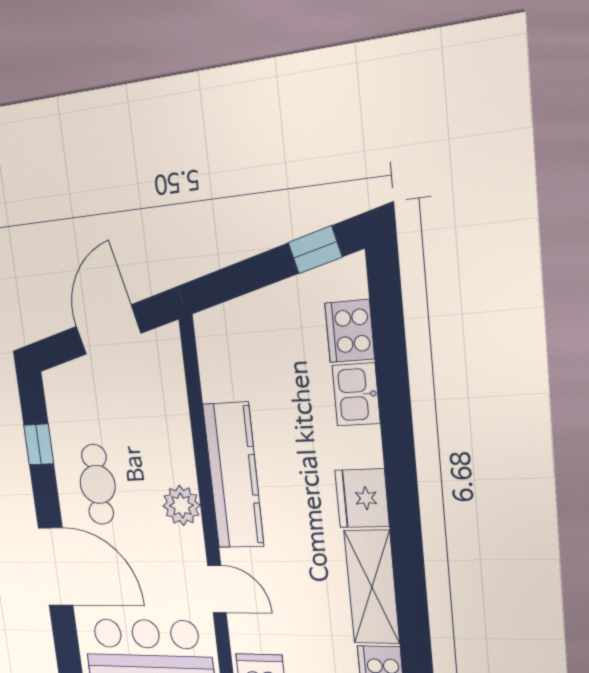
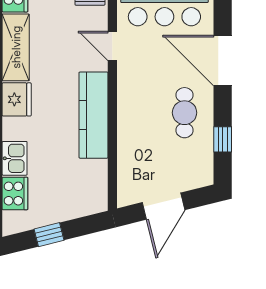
window: (315, 250) -> (49, 235), moved
plant: (181, 506) -> (129, 98), removed

